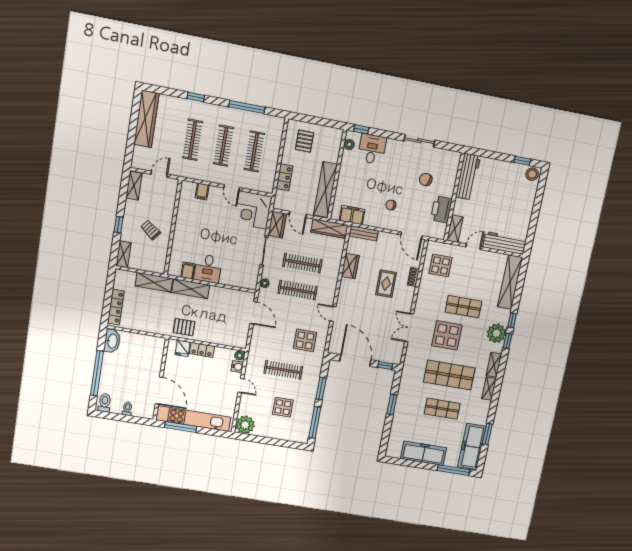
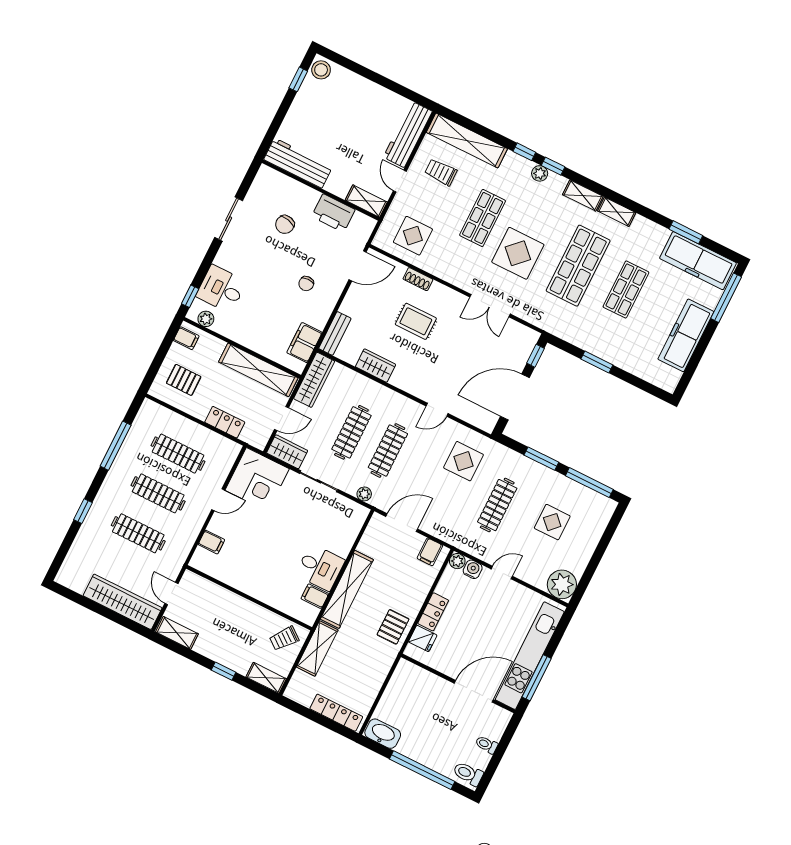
wardrobe: (146, 119) -> (123, 602), moved
filing cabinet: (333, 135) -> (186, 338), added
trolley: (151, 230) -> (284, 638), moved
trolley: (486, 271) -> (441, 172), added
shelving: (191, 289) -> (347, 589), width x1.47
plant: (496, 333) -> (540, 173), width x0.53, depth x0.53
filing cabinet: (240, 336) -> (430, 552), added

